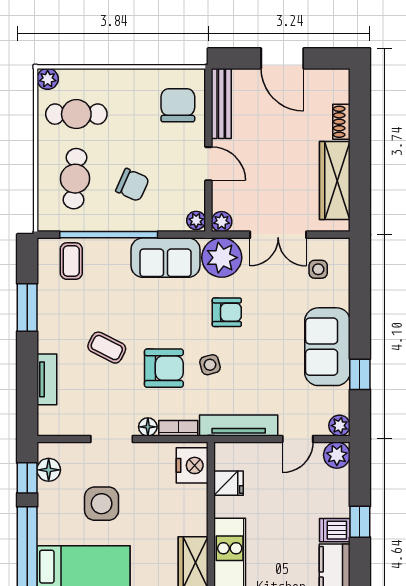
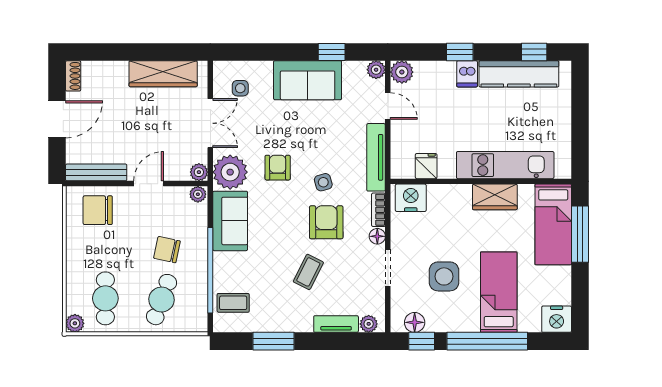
shoe rack: (341, 122) -> (73, 76), moved, turned -90
cafe table: (75, 179) -> (162, 300), turned -74
chair: (132, 185) -> (167, 250), turned -102
plant: (47, 417) -> (369, 324), added

